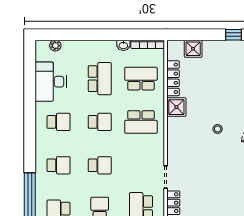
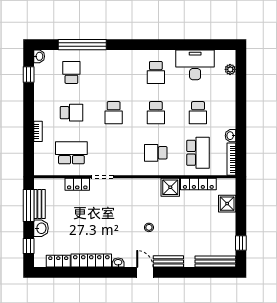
school desk: (100, 79) -> (198, 113), width x0.54
school desk: (141, 122) -> (156, 153), width x0.54
school desk: (58, 165) -> (114, 72), removed

